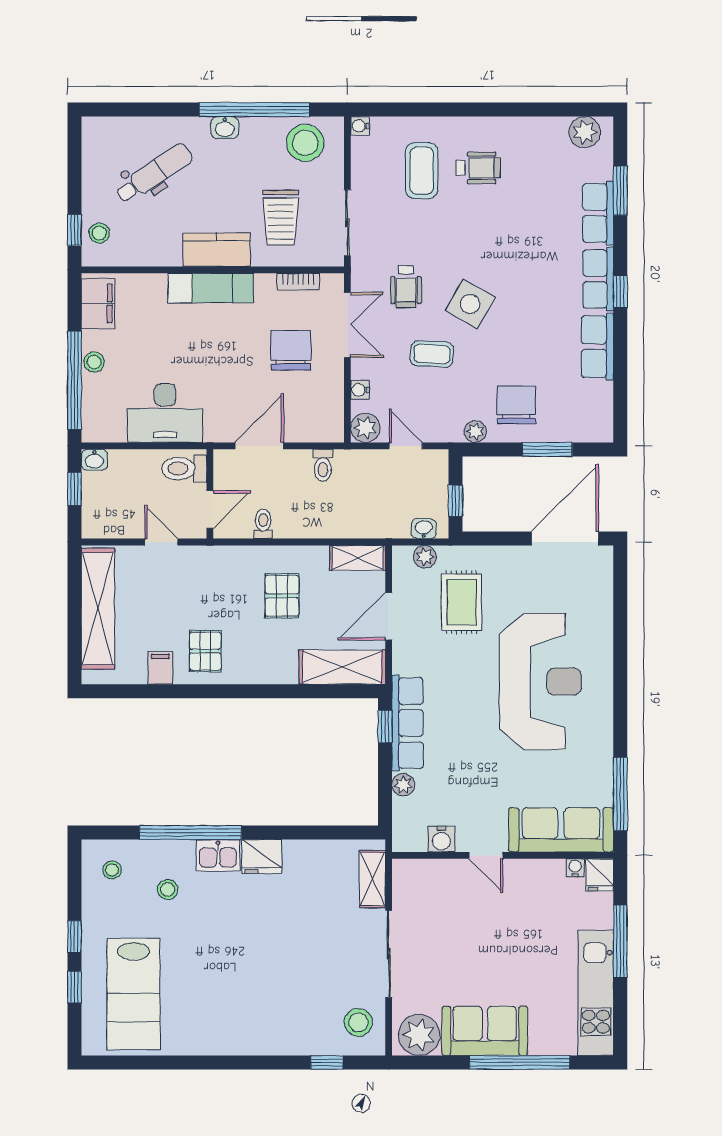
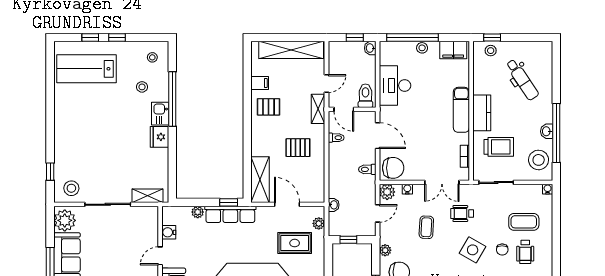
washbasin: (225, 128) -> (547, 131), moved
chair: (474, 211) -> (502, 250), added
trolley: (281, 218) -> (499, 147), turned 180
side table: (470, 304) -> (473, 250), moved
chair: (291, 350) -> (393, 168), moved
washbasin: (424, 529) -> (334, 205), moved
shelving: (358, 558) -> (318, 109), moved

